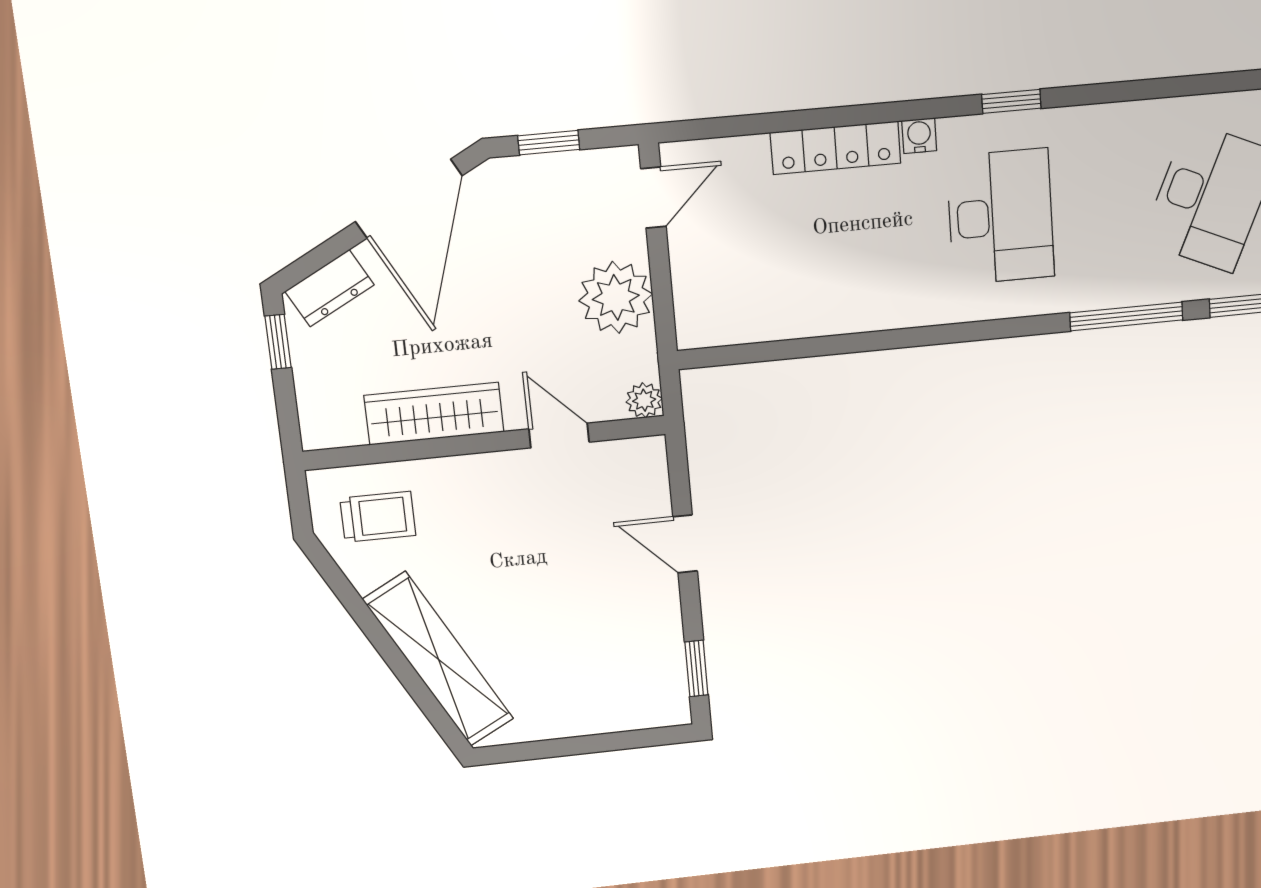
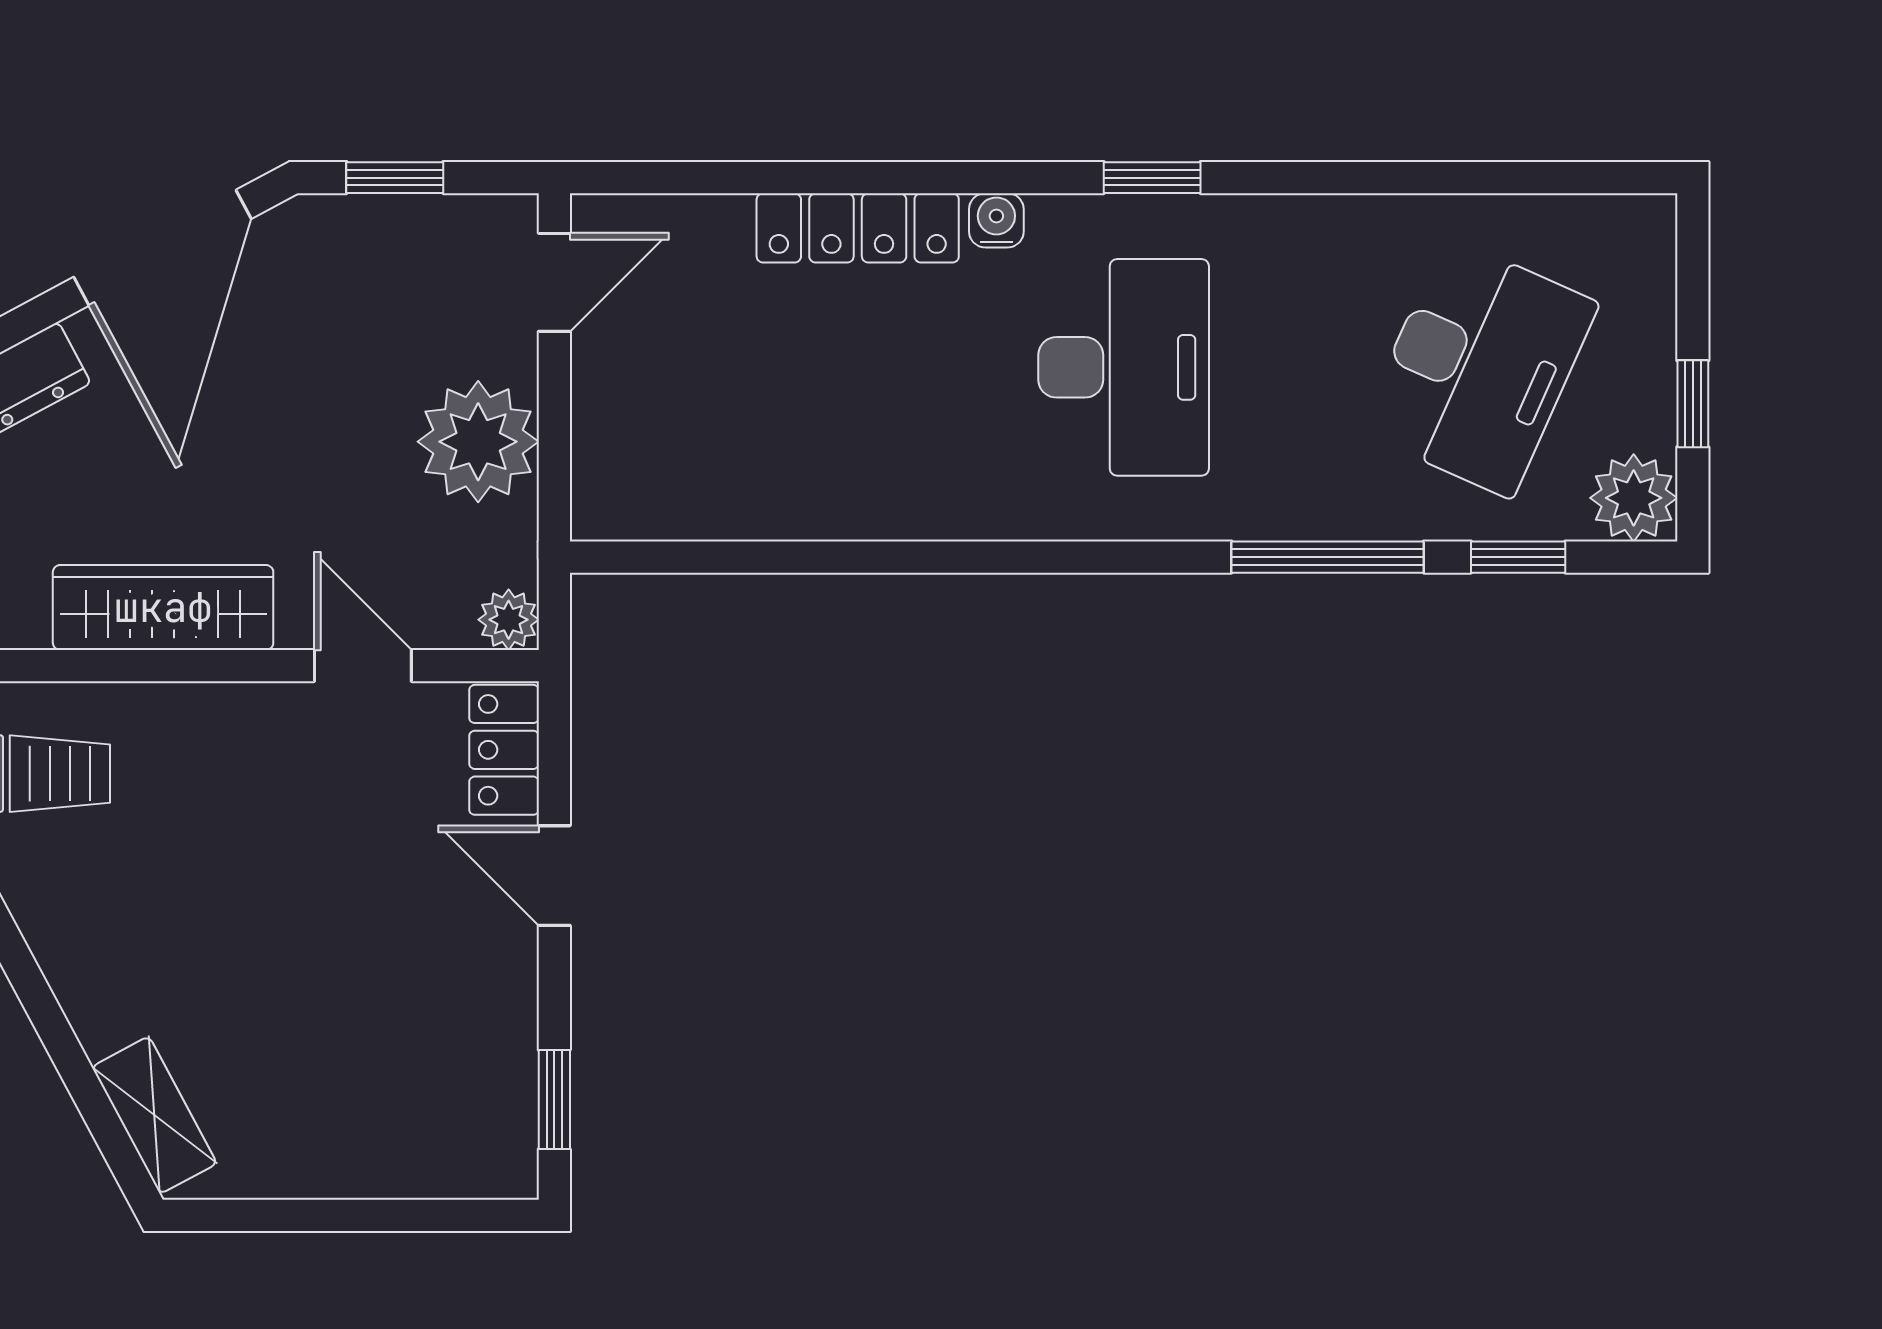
locker: (649, 476) -> (504, 750), added
shelving: (438, 659) -> (154, 1115), width x0.45, depth x0.75

